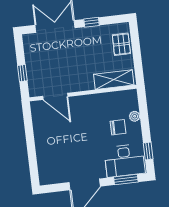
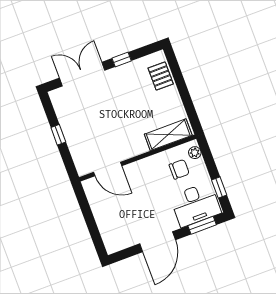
shelving: (114, 80) -> (168, 135), moved
wall: (83, 93) -> (138, 158), moved
door: (55, 96) -> (108, 169), moved

